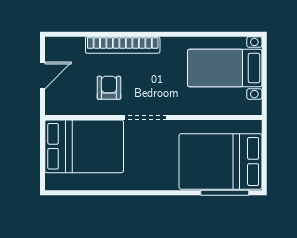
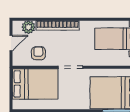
plant: (73, 48) -> (28, 27), added
armchair: (109, 88) -> (38, 53), moved

